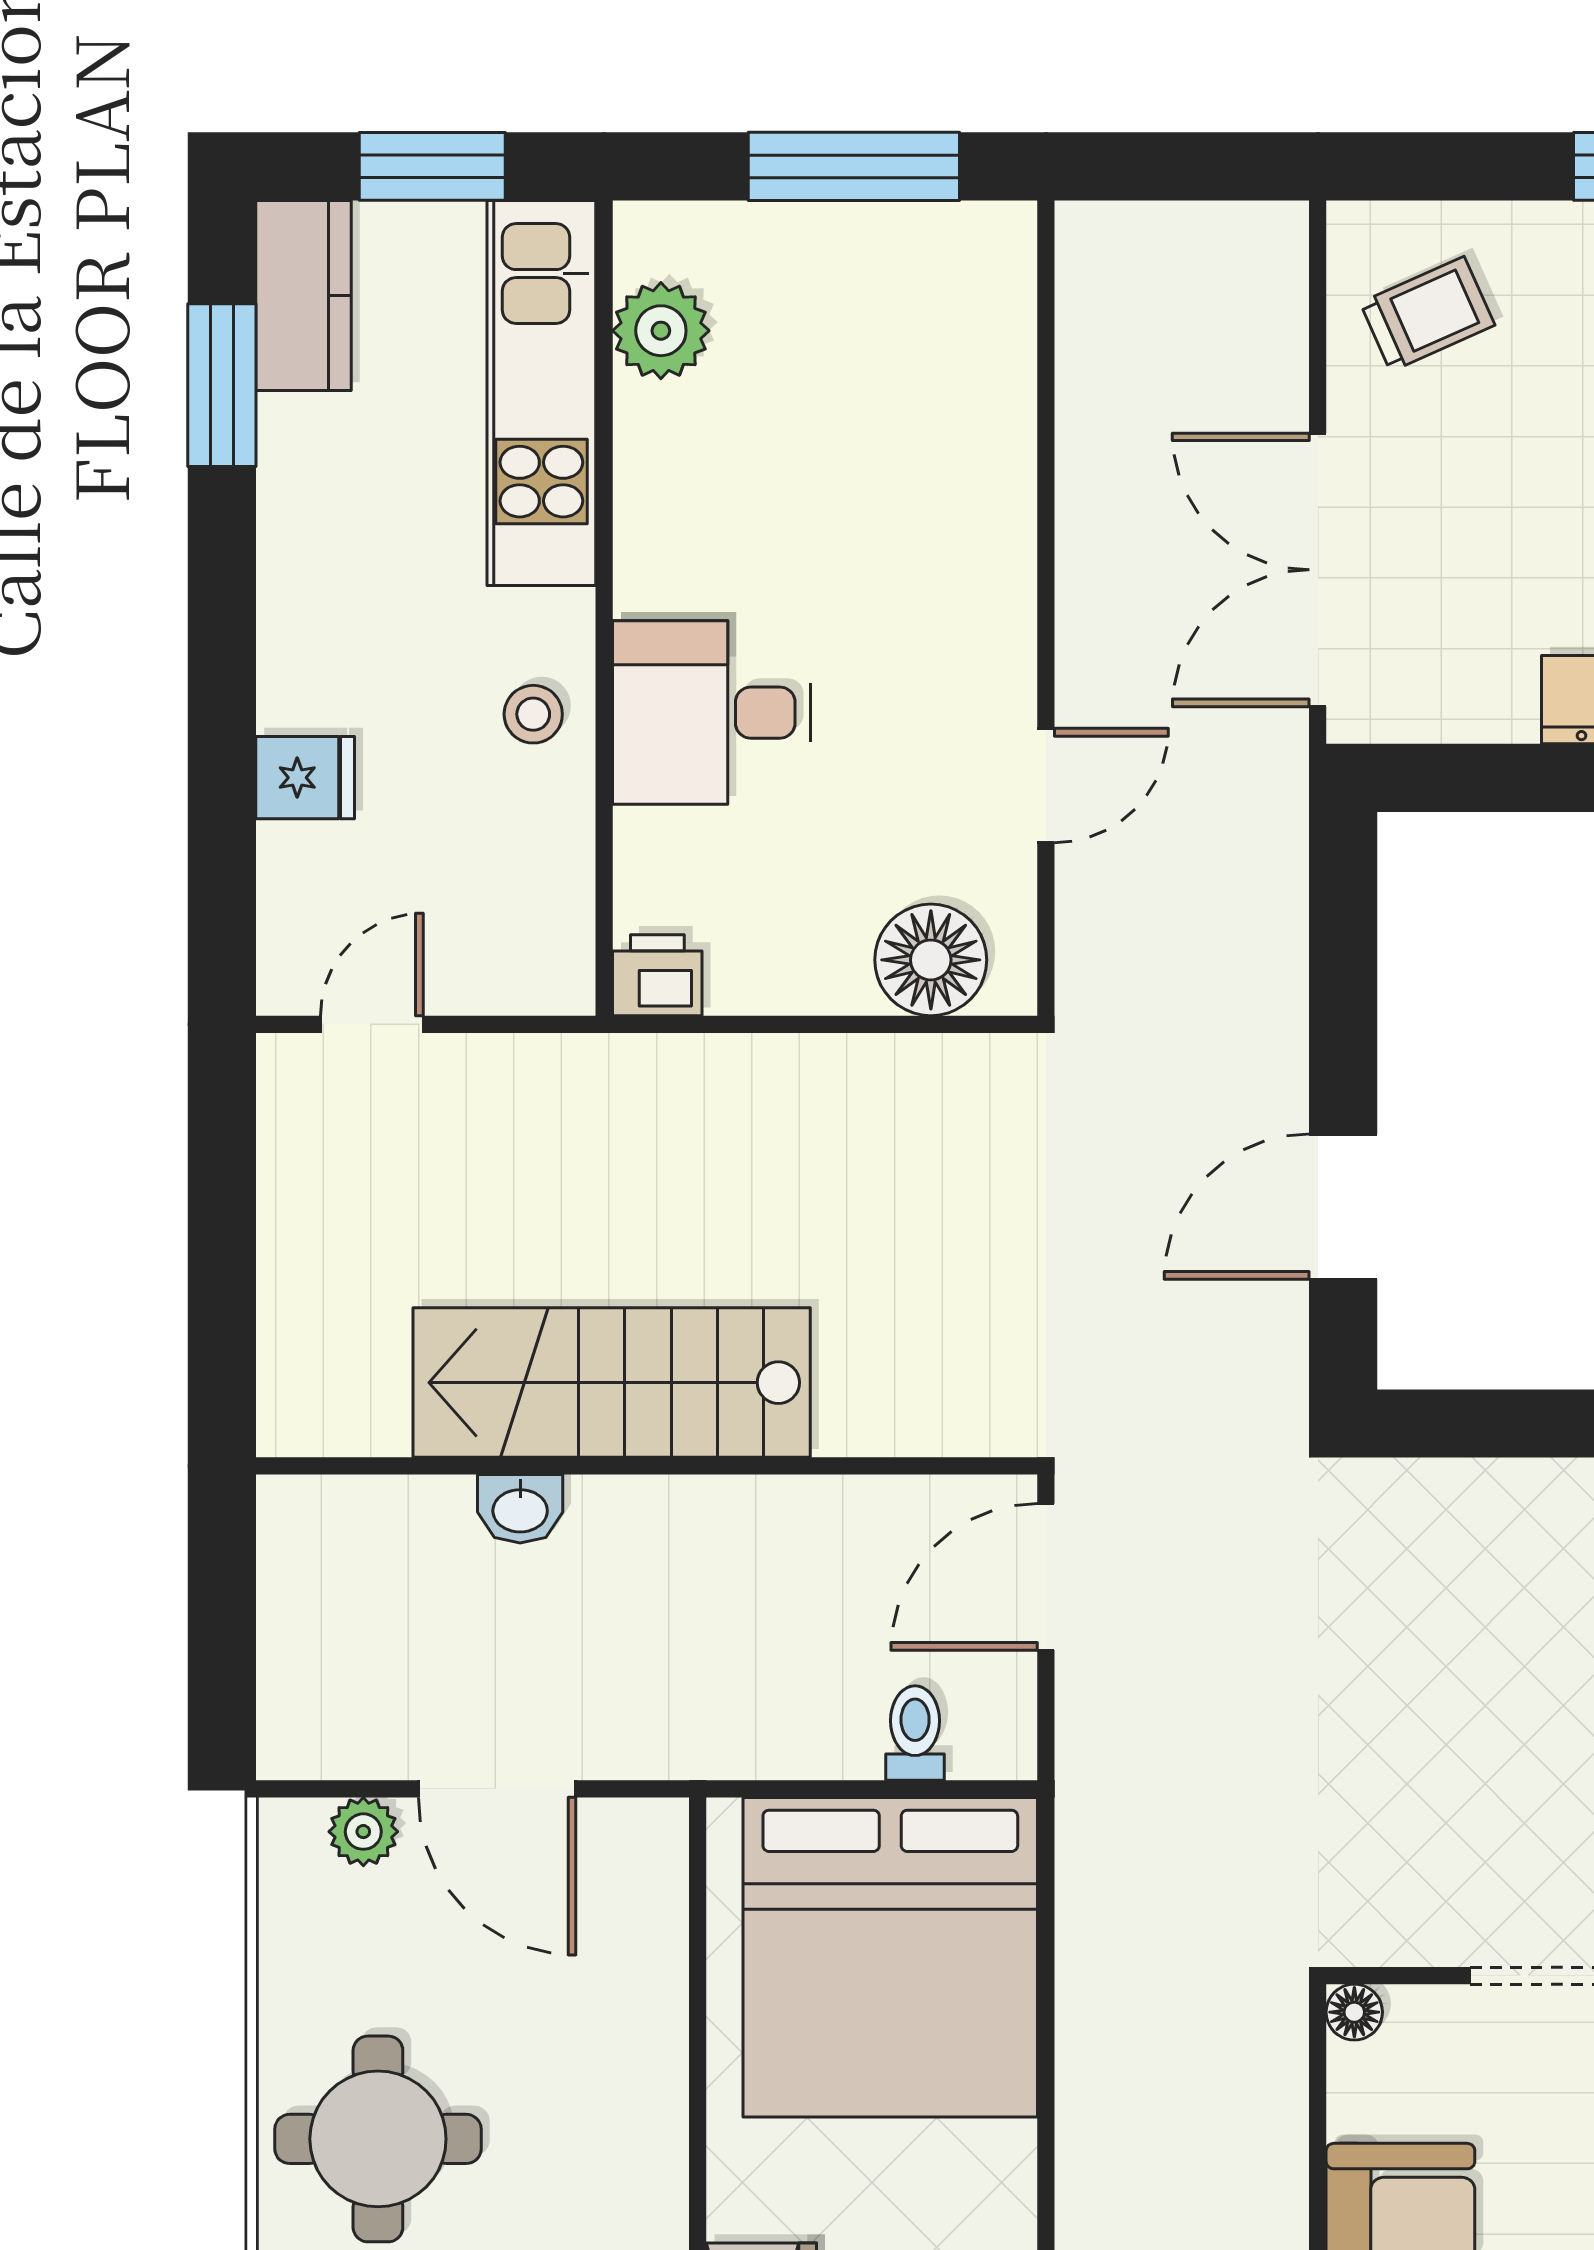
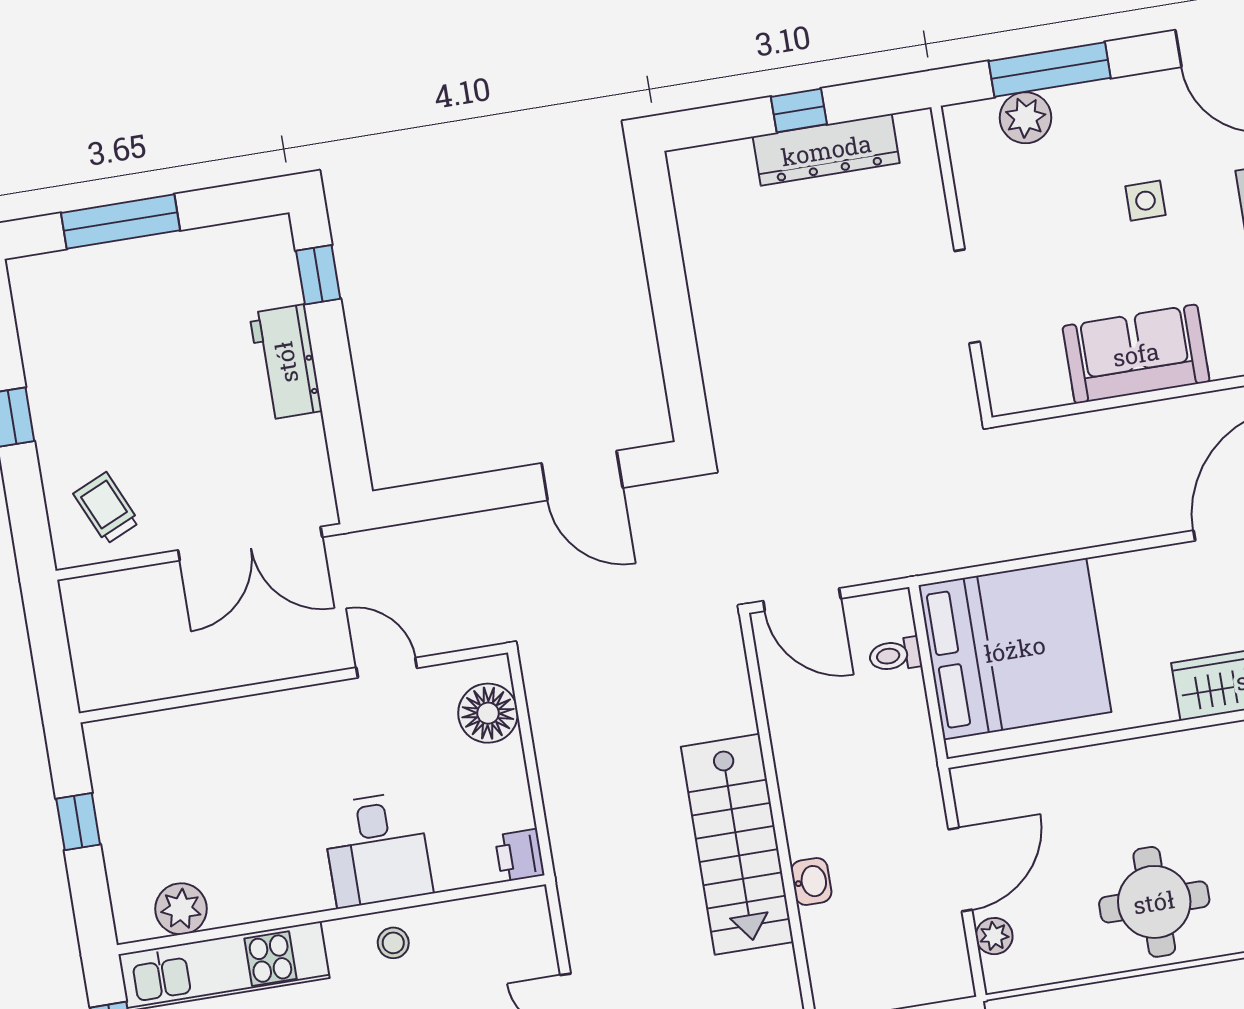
window: (854, 166) -> (78, 822), width x0.46
floor lamp: (1354, 2012) -> (1004, 401), removed

